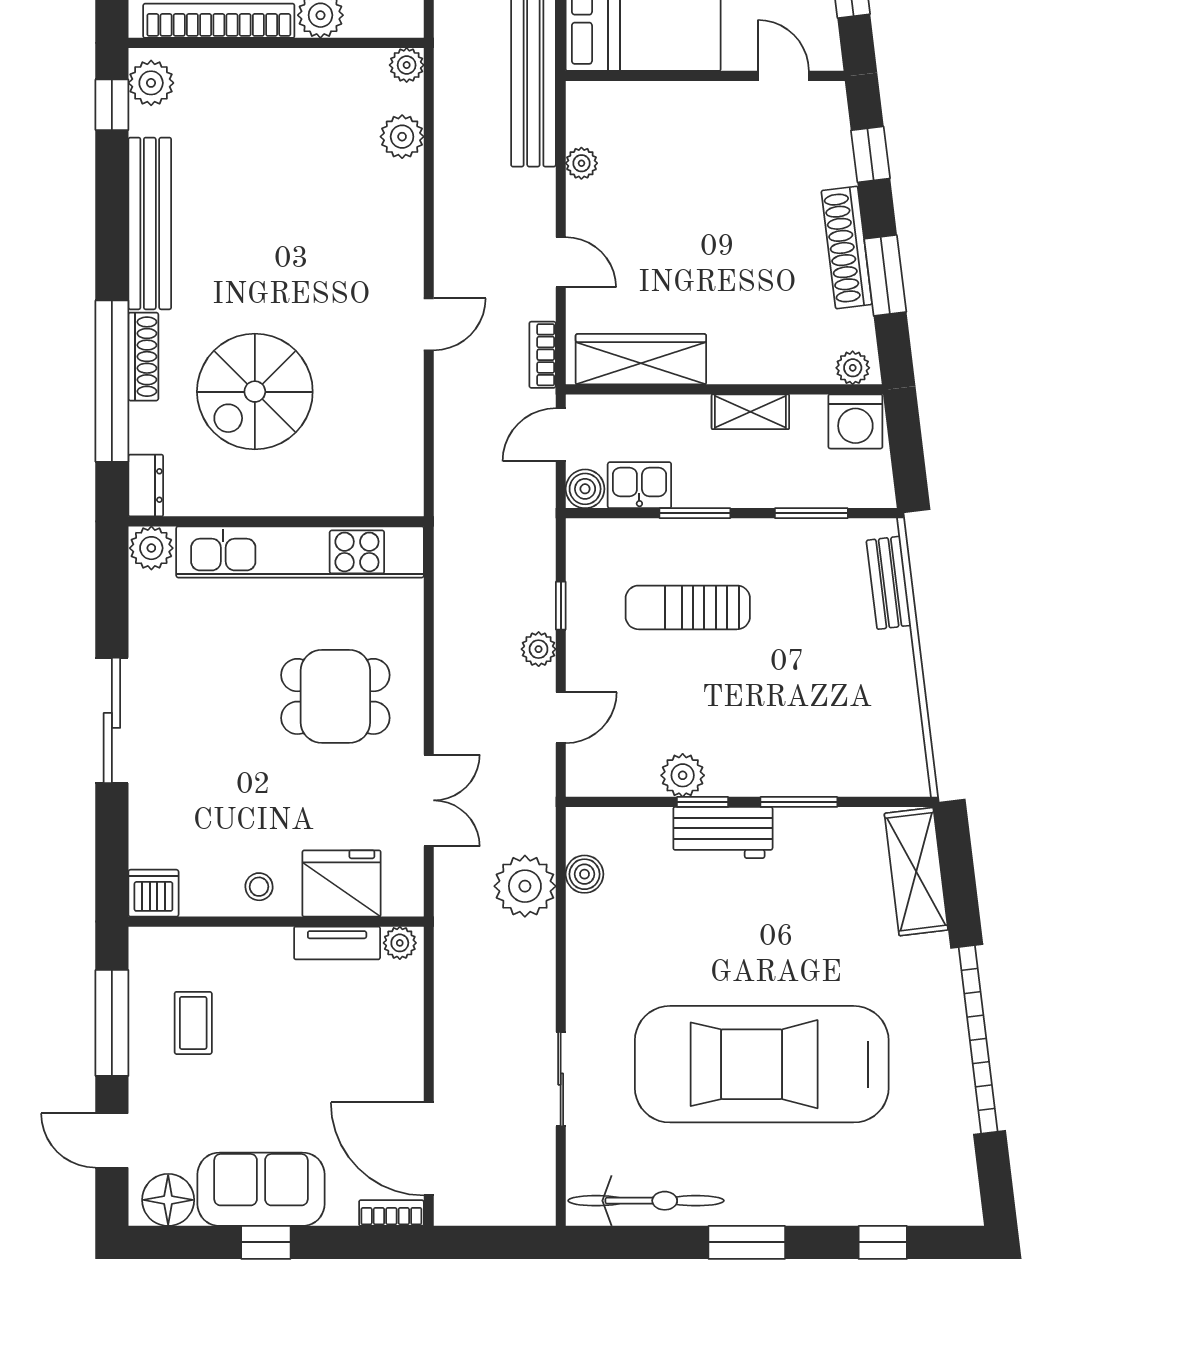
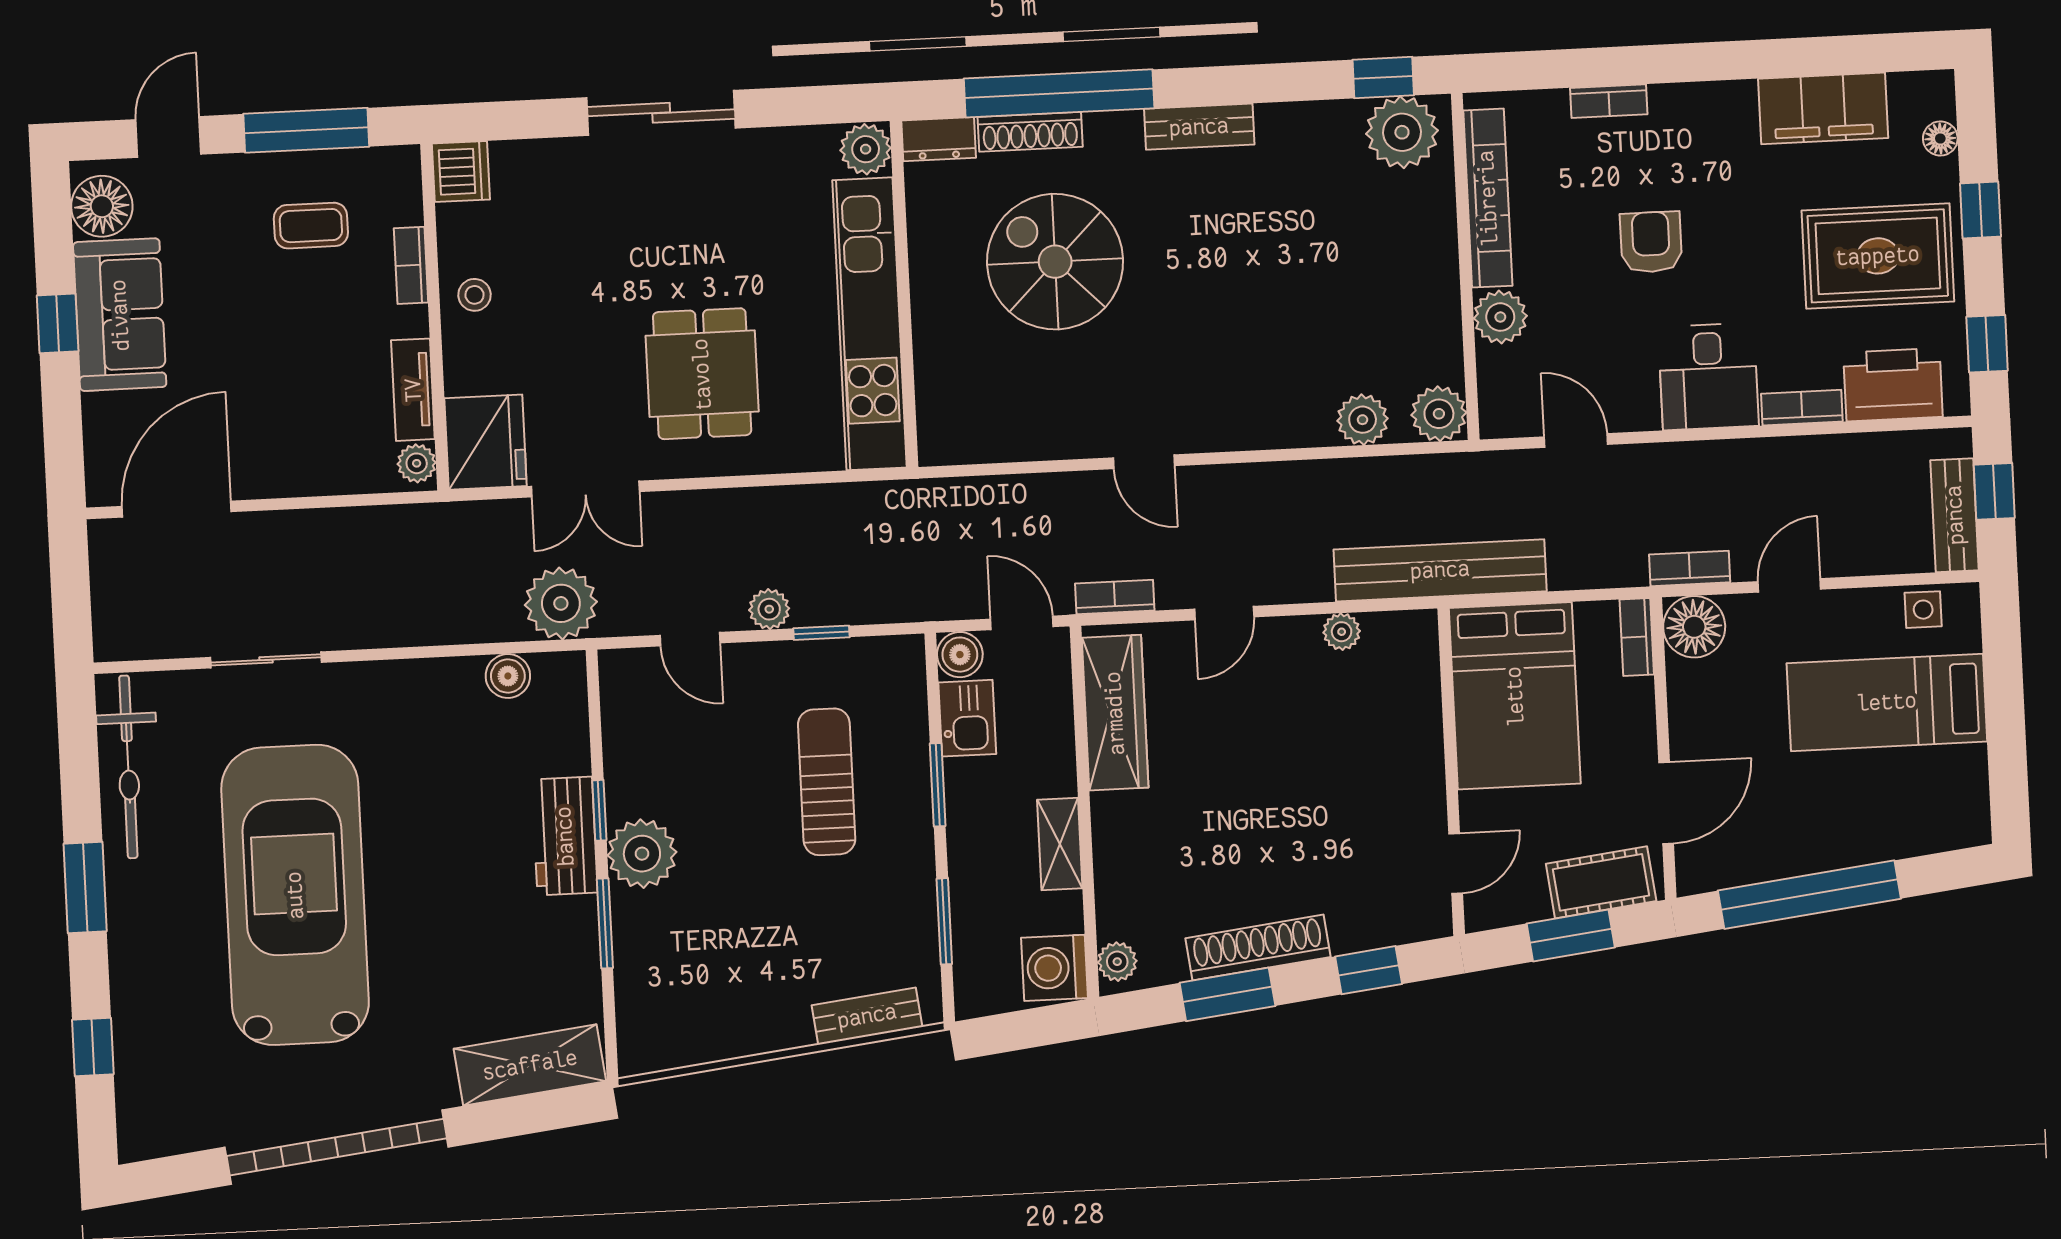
plant: (407, 65) -> (1439, 414), width x1.38, depth x1.38
plant: (151, 83) -> (1402, 132), width x1.36, depth x1.36
bench: (150, 223) -> (1199, 127), width x0.54, depth x0.82
shoe rack: (143, 357) -> (1030, 132), moved
plant: (683, 775) -> (642, 854), moved, width x1.36, depth x1.36
fridge: (342, 883) -> (485, 442), moved
plant: (525, 886) -> (561, 603), moved
bookcase: (391, 1213) -> (411, 265), moved, turned 180

